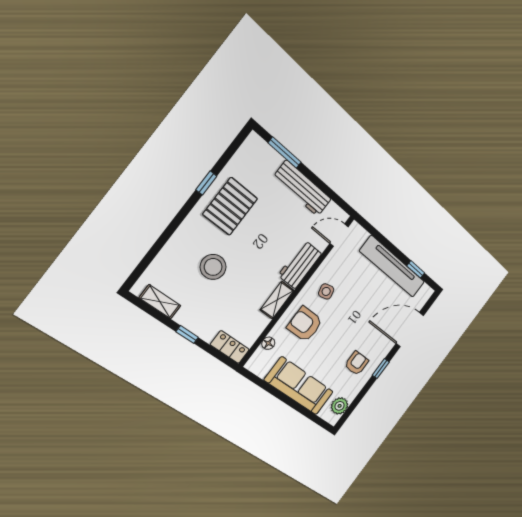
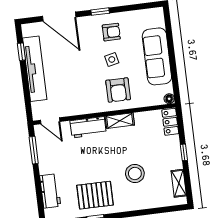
window: (285, 153) -> (34, 150), moved
workbench: (302, 189) -> (50, 191), moved, width x0.73
side table: (326, 291) -> (112, 59), moved
floor lamp: (268, 343) -> (169, 99), moved
armchair: (357, 363) -> (111, 32), turned 180
plant: (340, 406) -> (147, 16), removed

